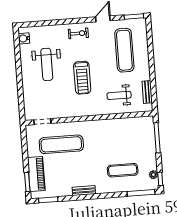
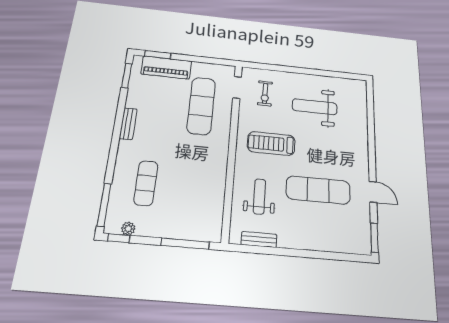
exercise bike: (78, 33) -> (265, 93), moved
water cooler: (24, 38) -> (352, 85), removed
exercise mat: (124, 50) -> (318, 190), moved
treadmill: (82, 78) -> (271, 143), moved

